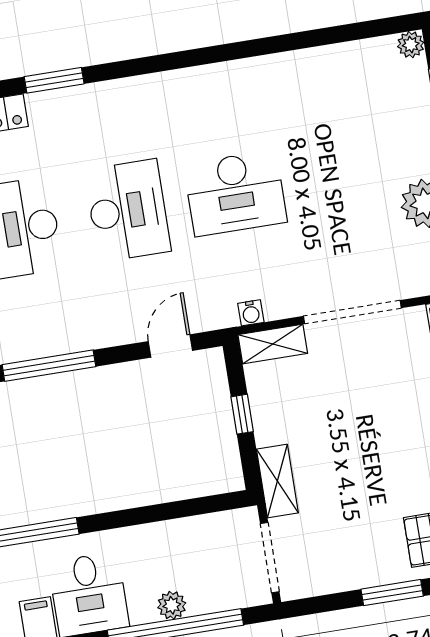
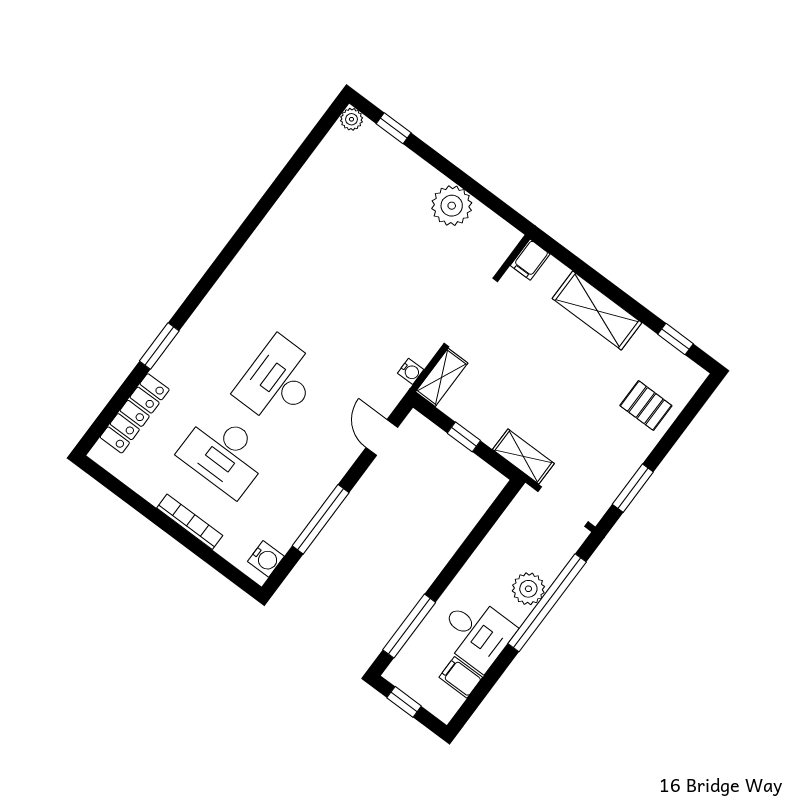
desk: (235, 193) -> (332, 309), removed
desk: (128, 211) -> (278, 381), turned -90
window: (392, 593) -> (633, 488), moved
plant: (172, 605) -> (528, 589), width x1.38, depth x1.38

